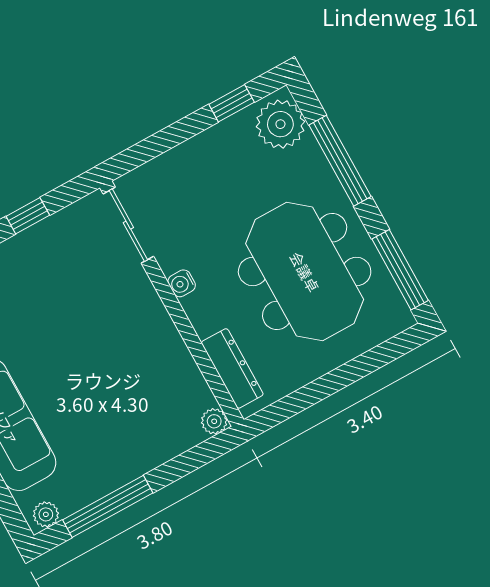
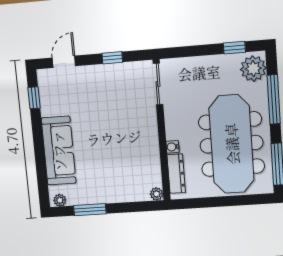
meeting table: (305, 272) -> (232, 144), width x1.36
water cooler: (182, 283) -> (172, 147), moved
window: (108, 506) -> (90, 210), width x0.69

